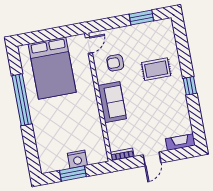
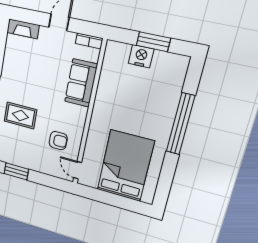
door: (89, 45) -> (78, 170), hinge flipped
window: (22, 100) -> (180, 124), moved
sofa: (112, 102) -> (81, 83), moved

